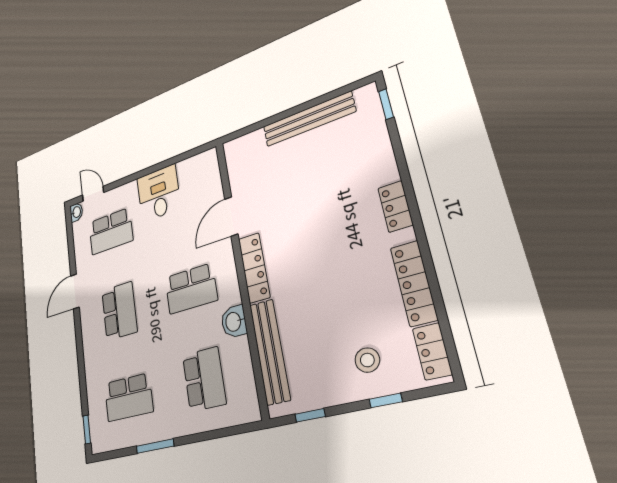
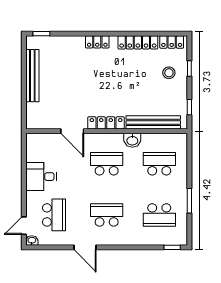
school desk: (191, 289) -> (107, 164), turned -90
school desk: (129, 397) -> (159, 215), turned 90

